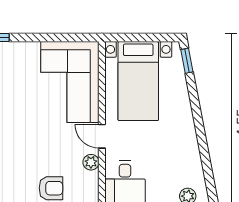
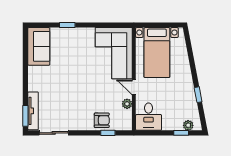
window: (187, 61) -> (198, 95), moved

